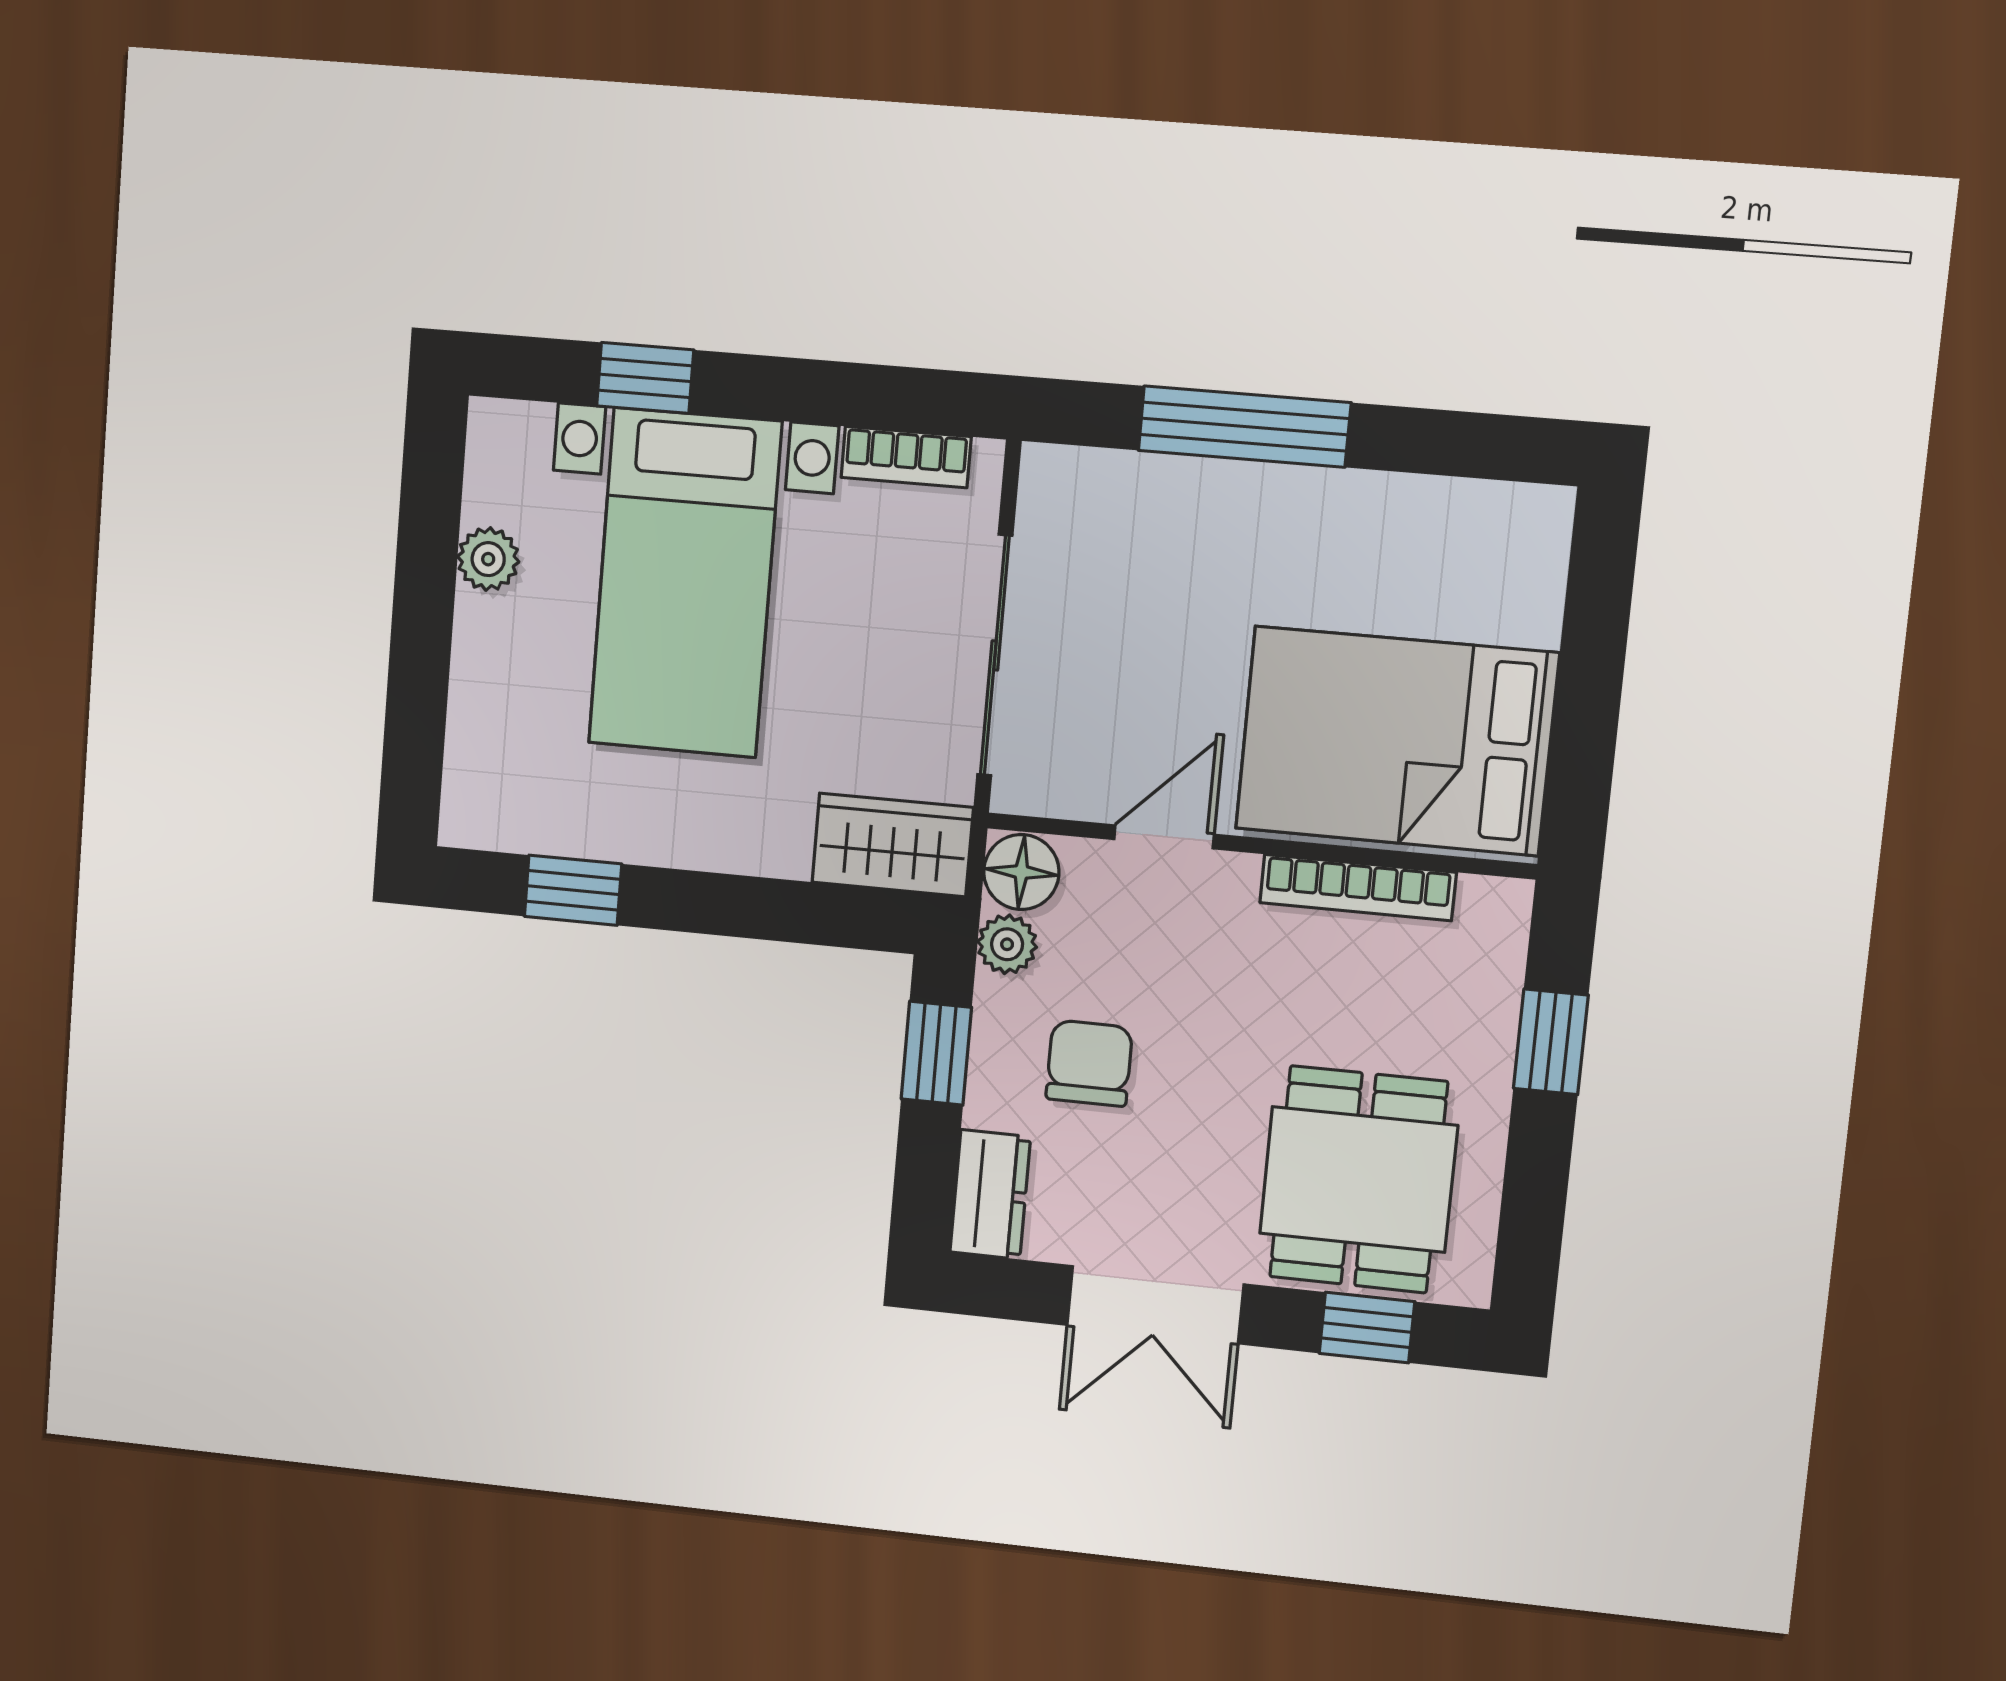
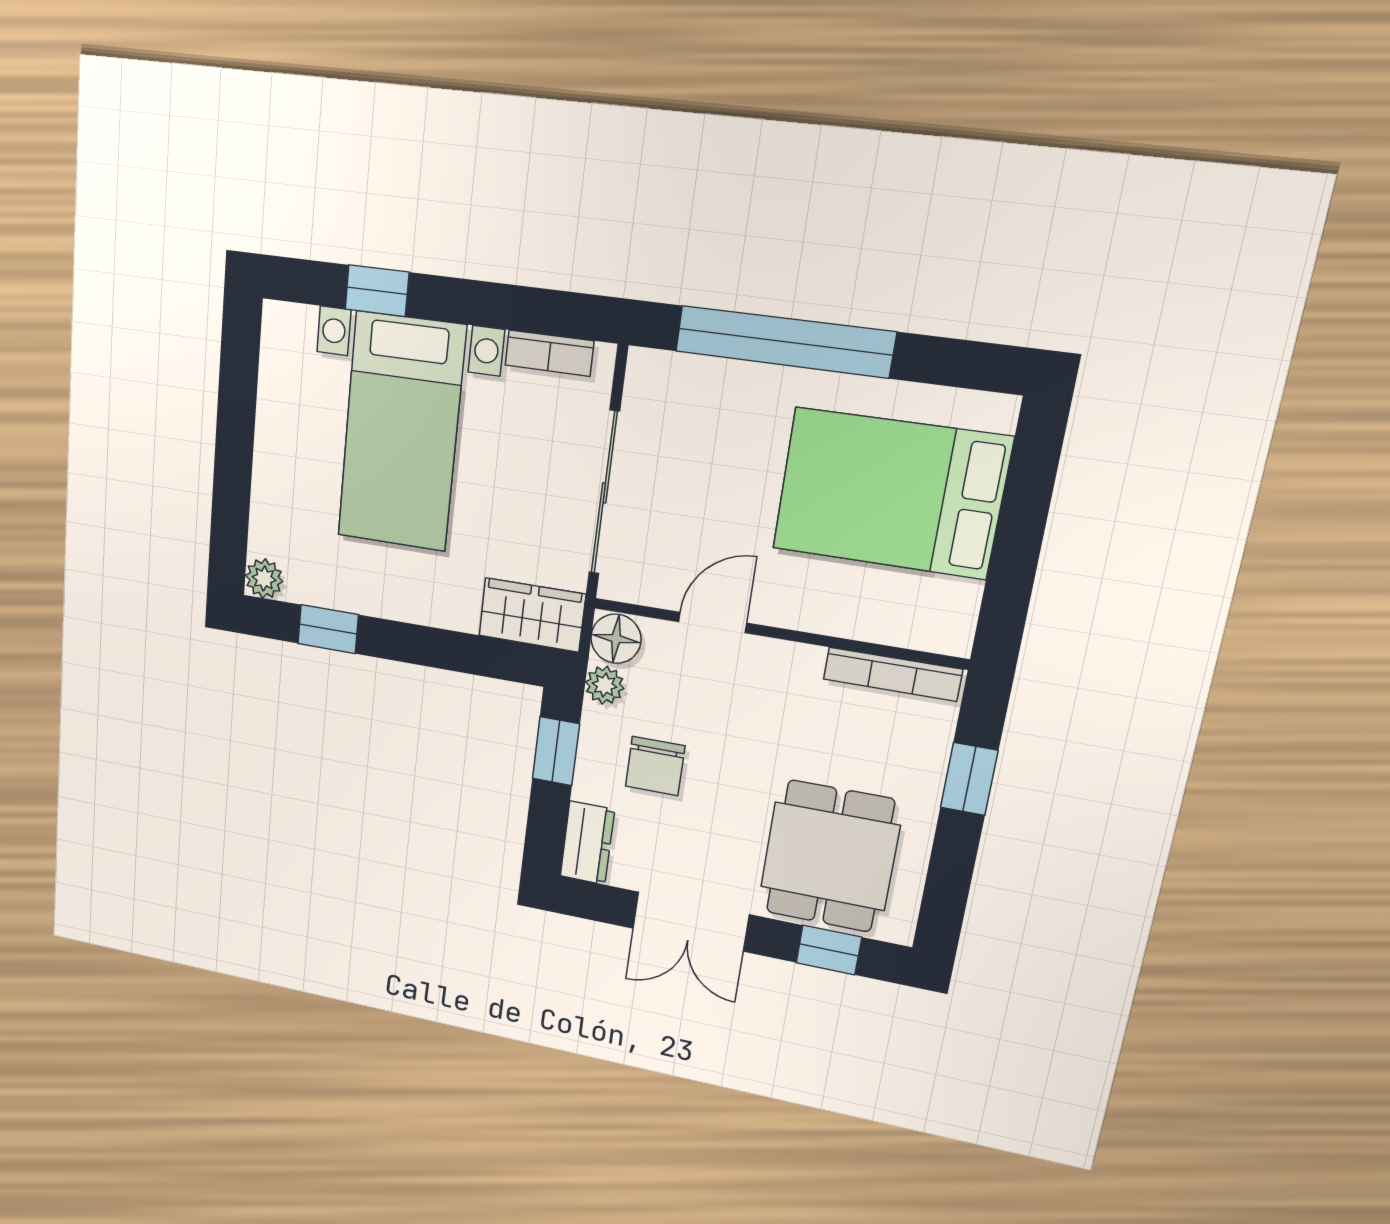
window: (1244, 427) -> (785, 342), width x1.46
plant: (488, 559) -> (264, 578), moved
bed: (1397, 741) -> (891, 493), moved
bookcase: (1358, 887) -> (893, 674), moved
chair: (1089, 1063) -> (655, 766), turned 180

